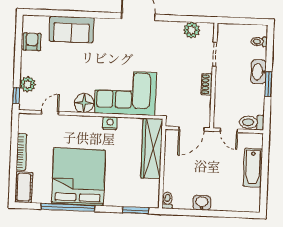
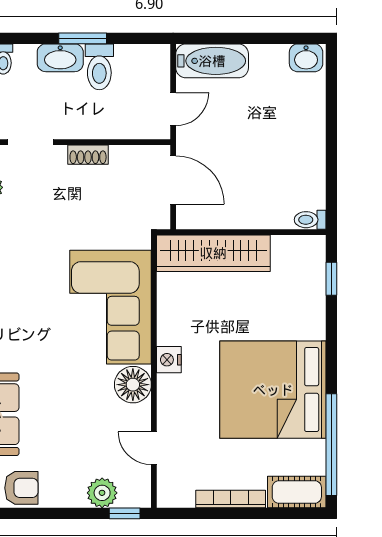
armchair: (32, 42) -> (21, 488), turned 180
toilet: (252, 122) -> (99, 67), moved
nightstand: (110, 123) -> (169, 360), moved
bathtub: (253, 168) -> (212, 61), moved
washbasin: (202, 203) -> (306, 58), moved, turned -90
window: (68, 207) -> (331, 445), moved
window: (136, 210) -> (331, 279), width x0.67

